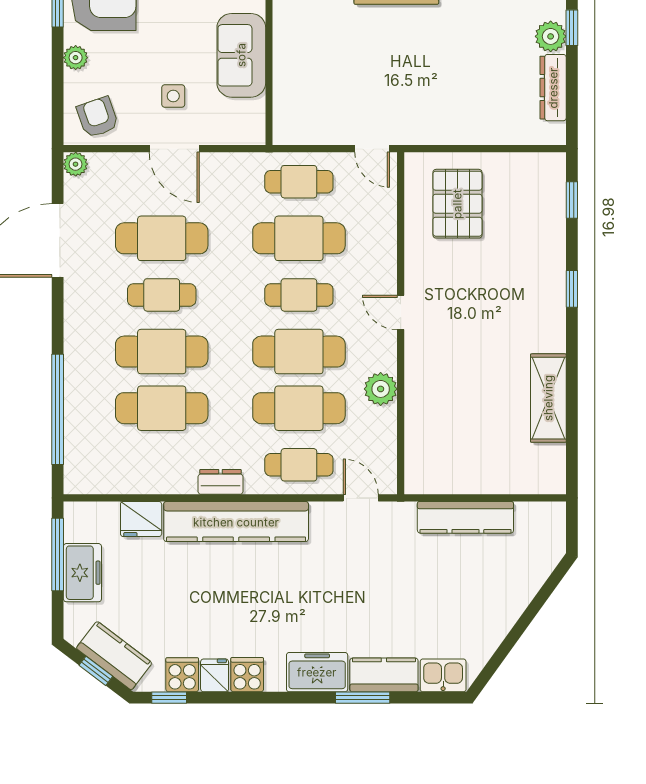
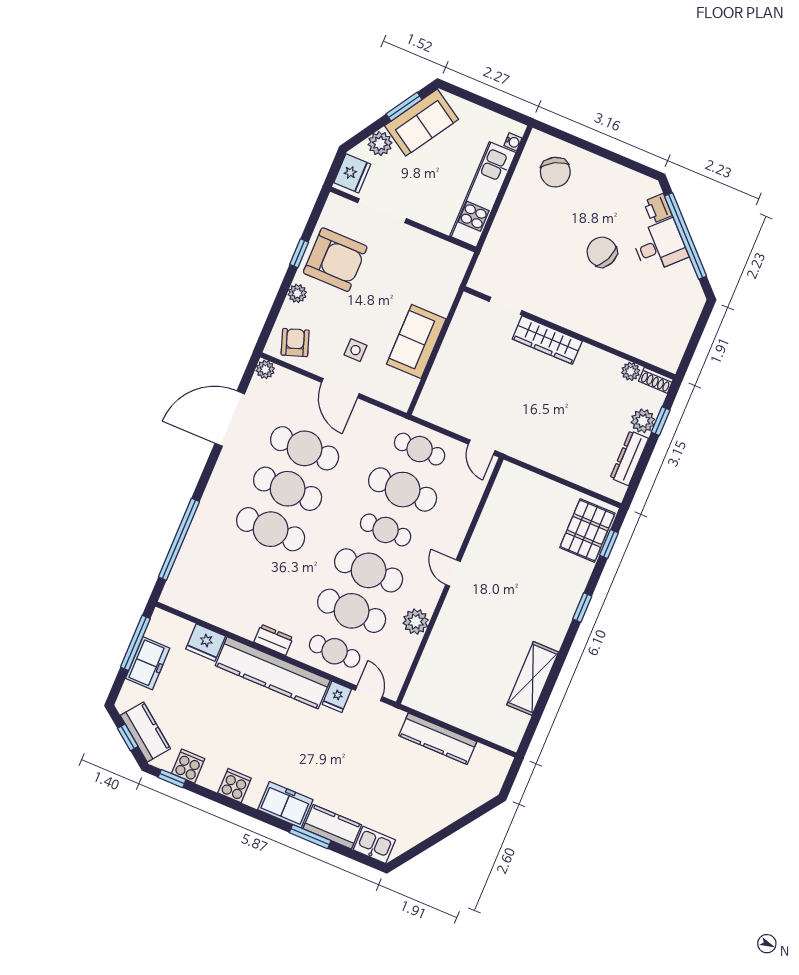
pallet: (457, 204) -> (587, 530), moved
cafe table: (162, 295) -> (288, 489), width x1.37, depth x1.35
cafe table: (162, 408) -> (254, 570), removed
fridge: (215, 675) -> (337, 697), moved, turned 180

